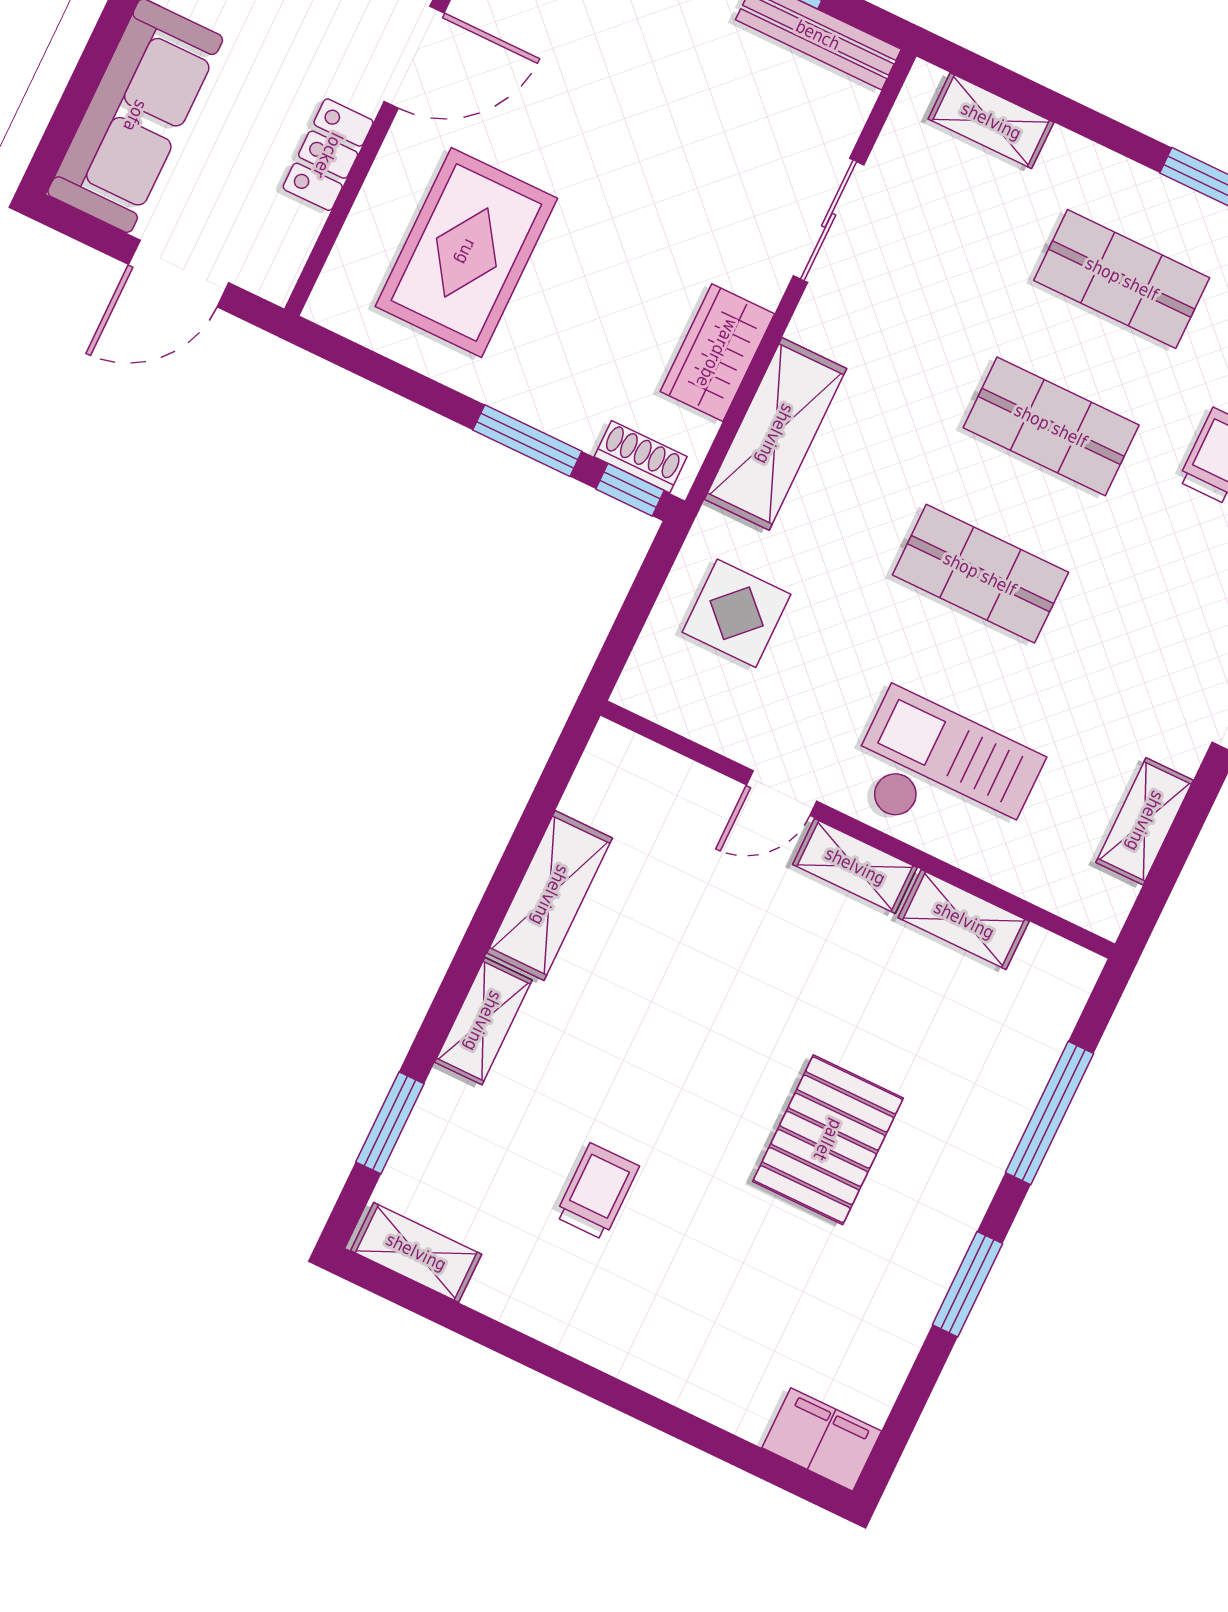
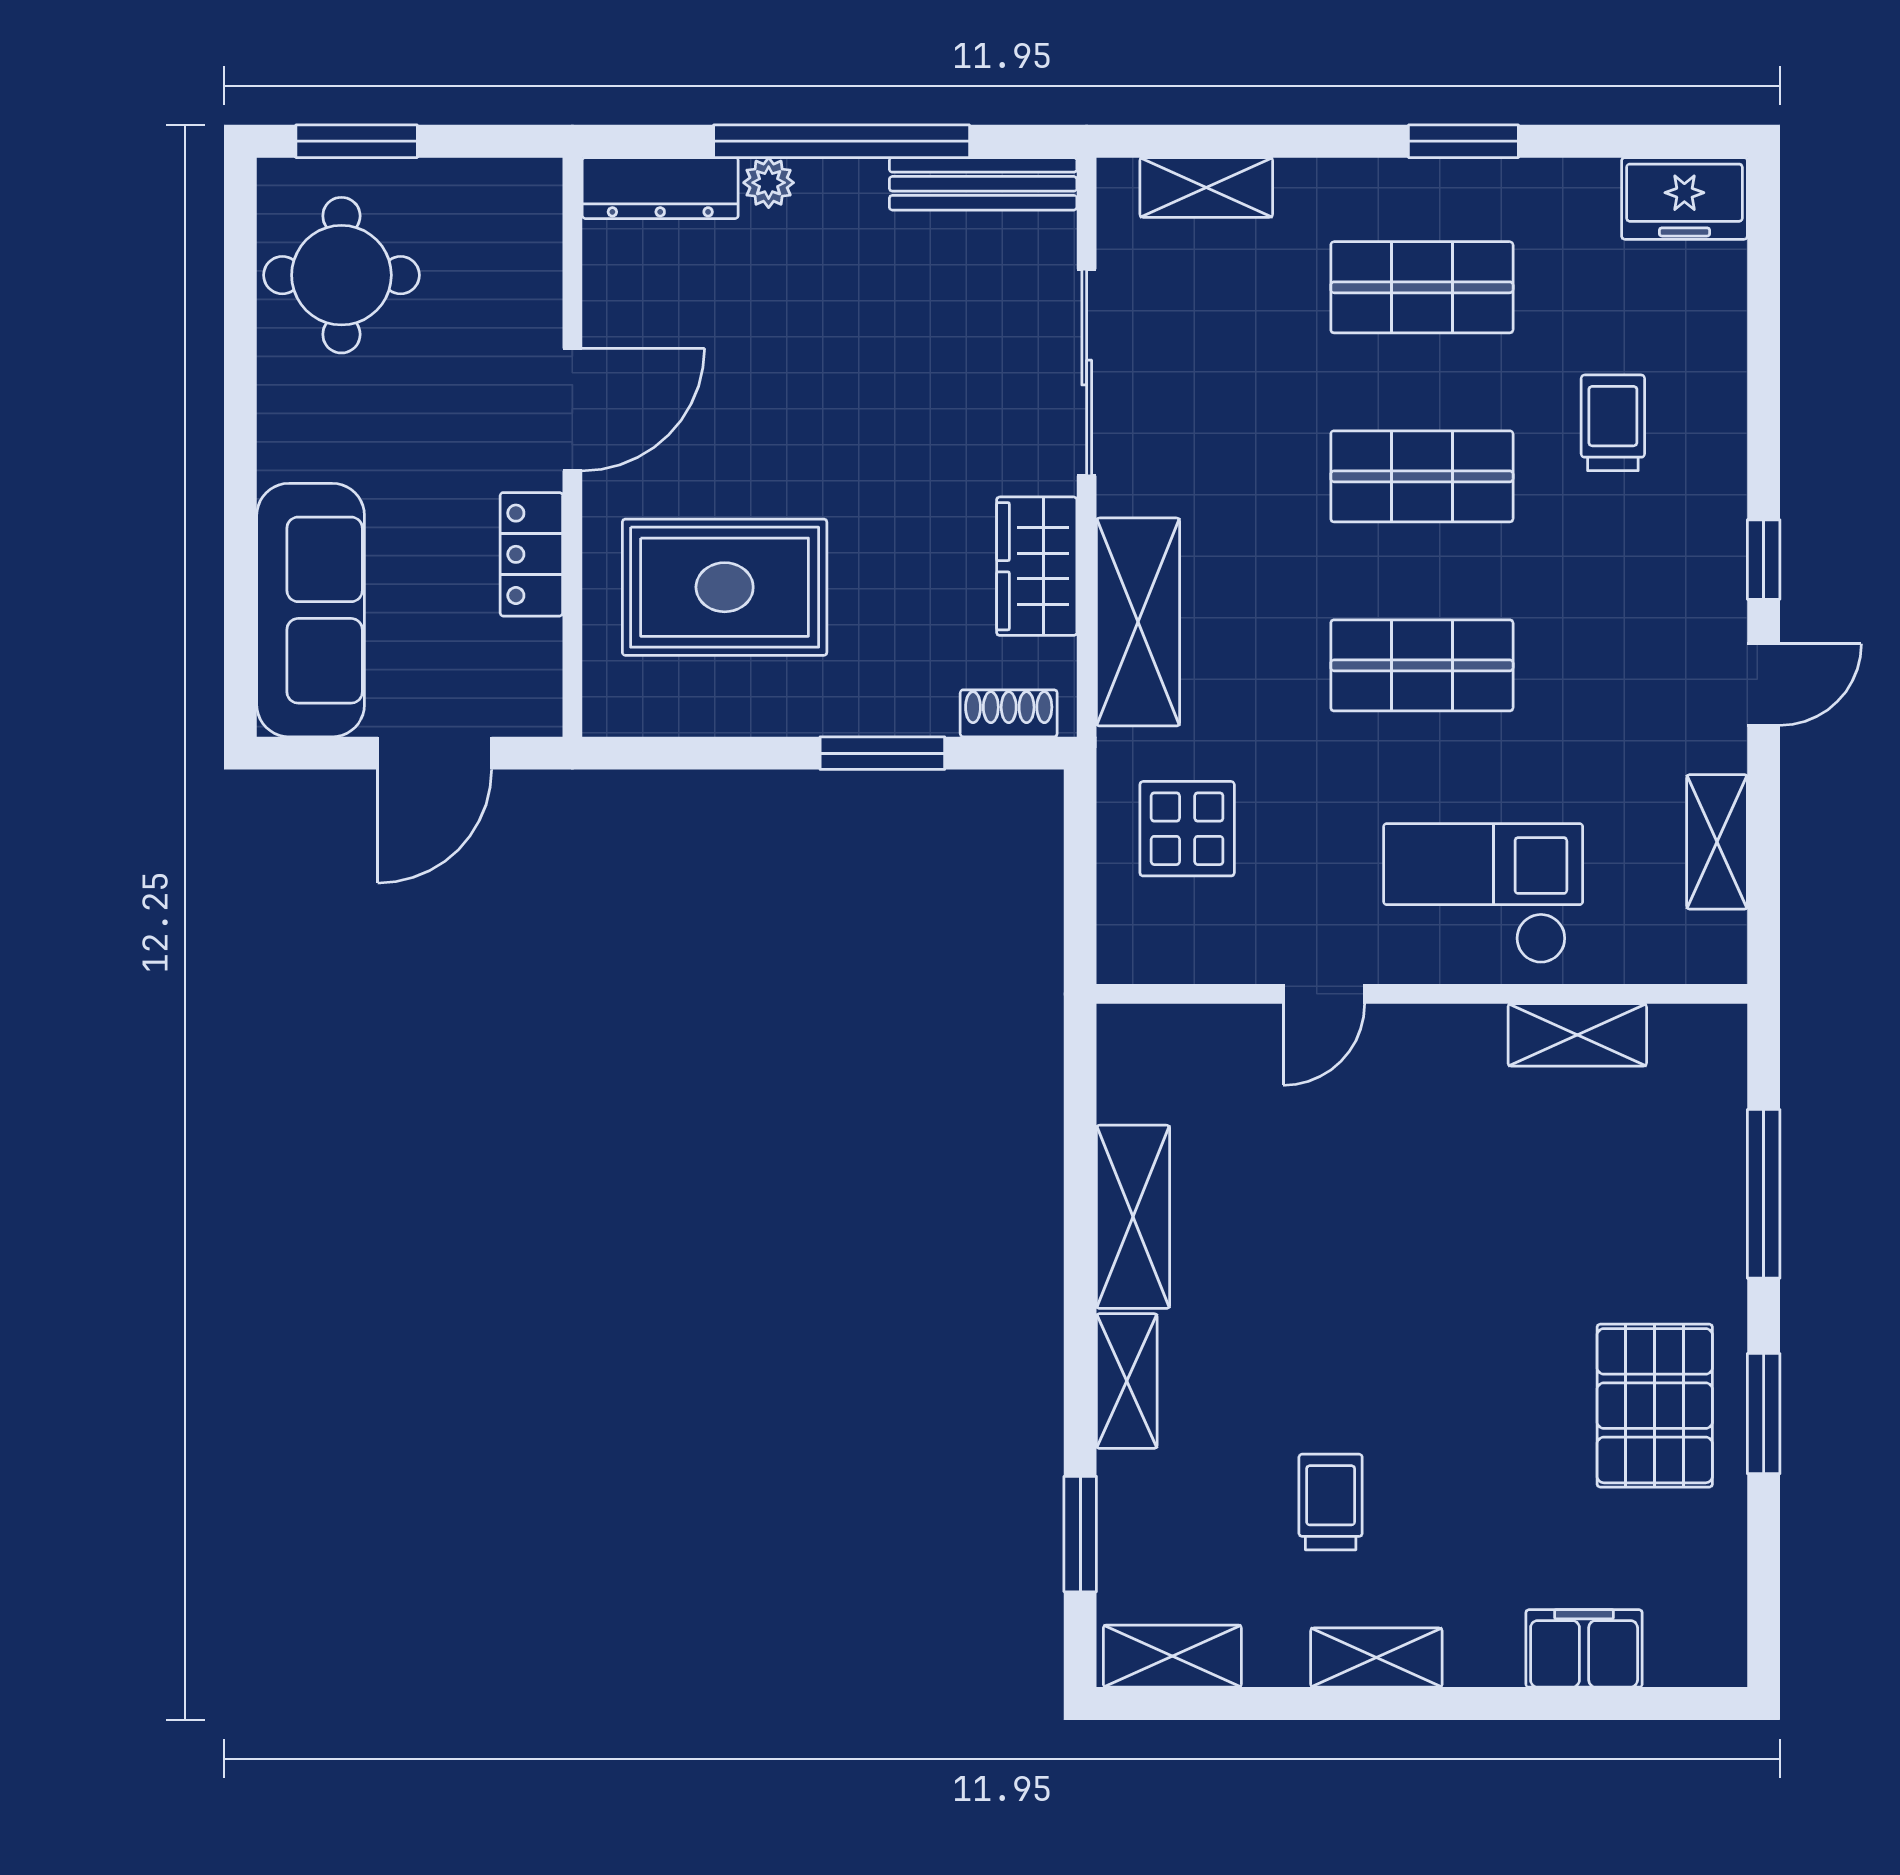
sliding door: (829, 220) -> (1087, 373), width x1.37
rug: (466, 252) -> (725, 587), turned 90
window: (630, 490) -> (1014, 753), removed
shelving: (855, 866) -> (1376, 1658), moved
pallet: (828, 1140) -> (1655, 1406), moved
filing cabinet: (822, 1439) -> (1584, 1648), moved

